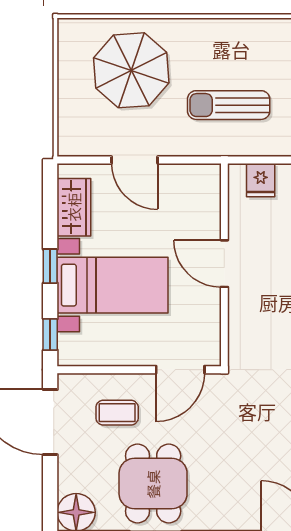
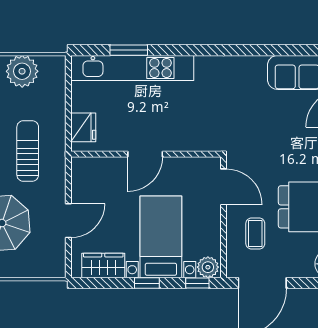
sun lounger: (229, 105) -> (28, 151), turned 180
fridge: (261, 180) -> (83, 127), width x1.38
plant: (72, 349) -> (208, 267), added

